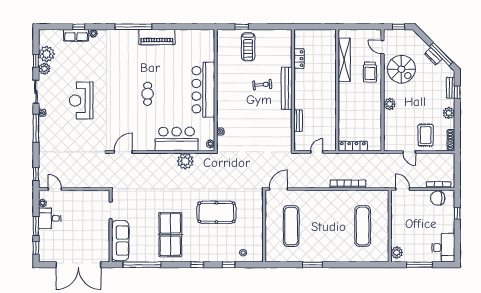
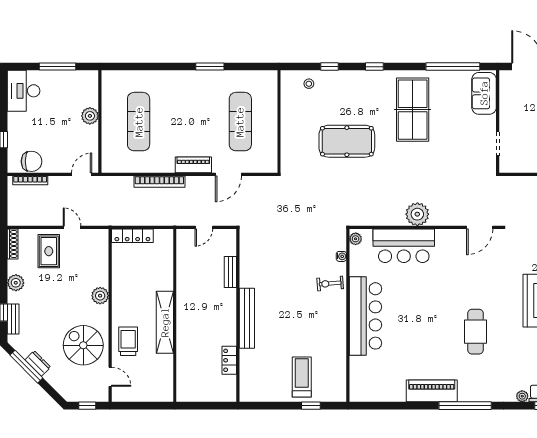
shelving: (344, 60) -> (165, 322), moved
exercise bike: (262, 85) -> (330, 283), moved
cafe table: (148, 94) -> (475, 332), moved, width x1.37, depth x1.35
locker: (353, 146) -> (132, 236), moved
plant: (185, 161) -> (417, 214), moved
door: (278, 189) -> (228, 174), moved
door: (403, 189) -> (82, 174), swing flipped
piano: (324, 196) -> (193, 165), added
sofa: (120, 241) -> (484, 93), width x0.73
plant: (397, 253) -> (90, 116), moved

